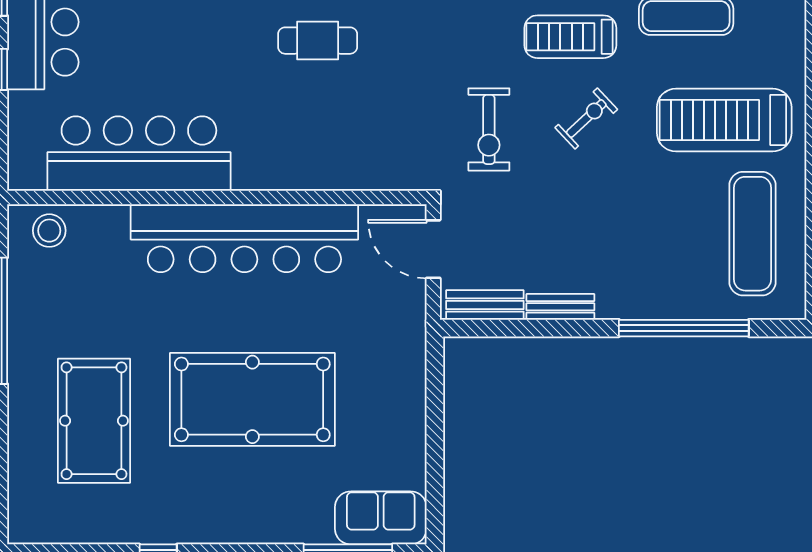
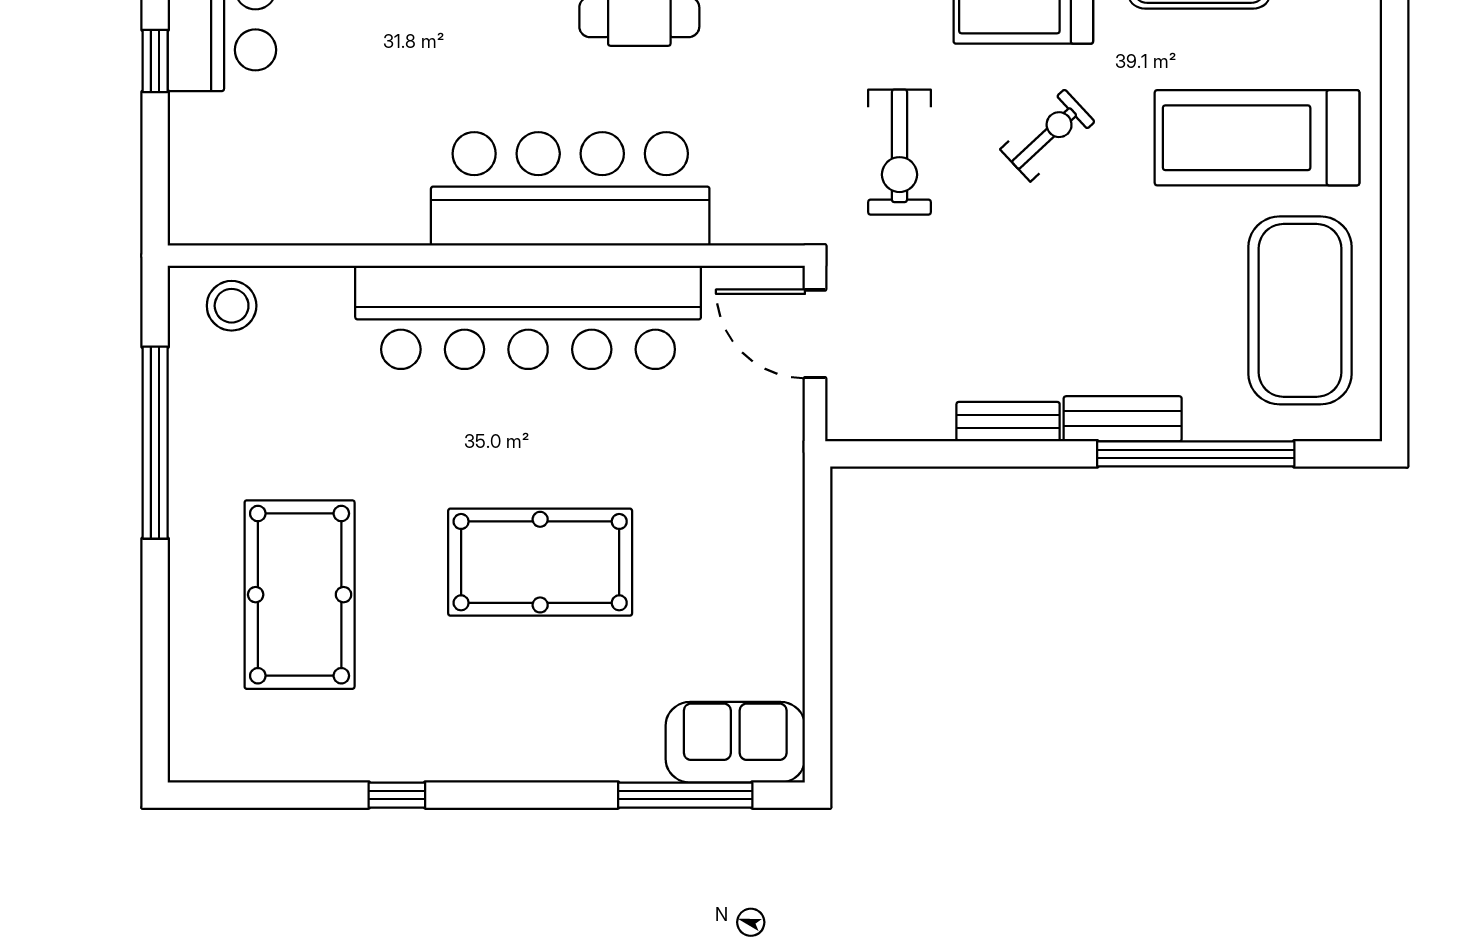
bar counter: (139, 154) -> (570, 189), moved
exercise mat: (753, 234) -> (1300, 310), width x1.47
bench: (485, 305) -> (1123, 419), moved
pool table: (252, 399) -> (540, 562), width x0.73, depth x0.76

